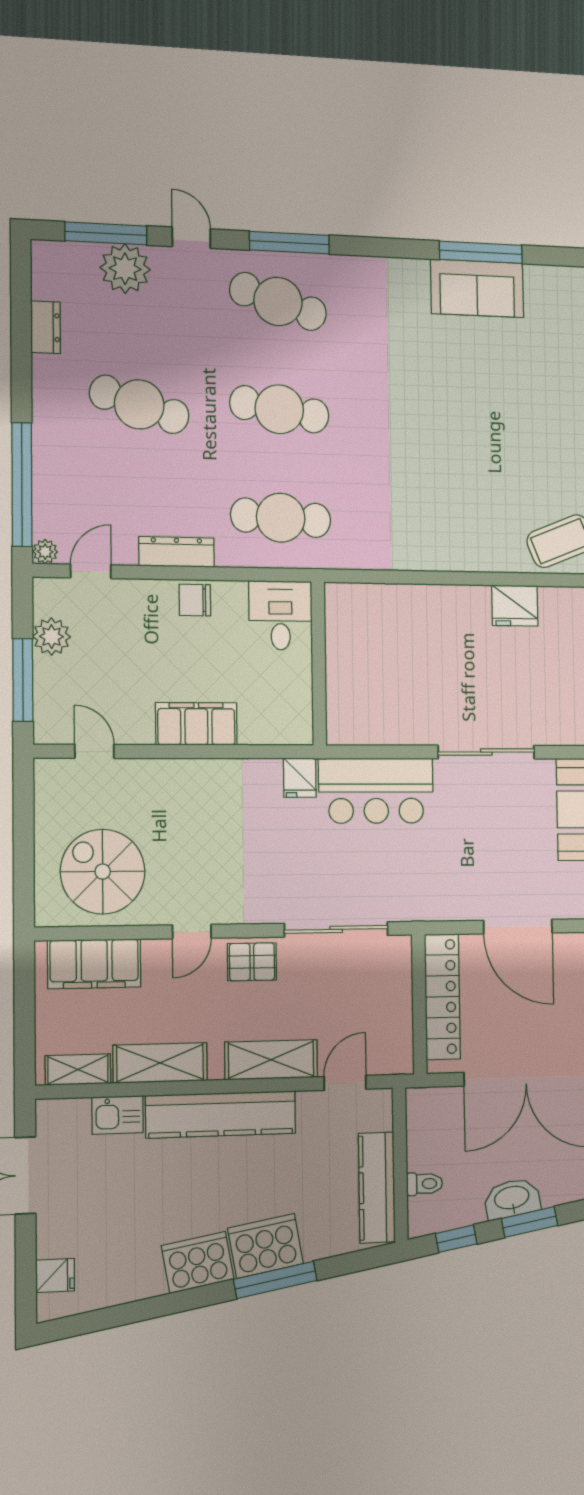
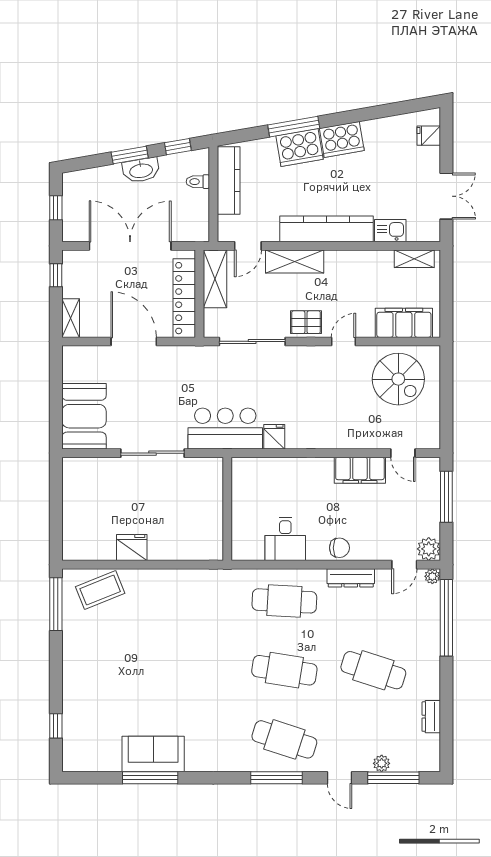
plant: (125, 269) -> (382, 763), width x0.53, depth x0.53
plant: (52, 637) -> (429, 549), moved
wall: (319, 663) -> (227, 509), moved
filing cabinet: (196, 724) -> (360, 470), moved
shelving: (160, 1063) -> (215, 279), moved, turned 90

